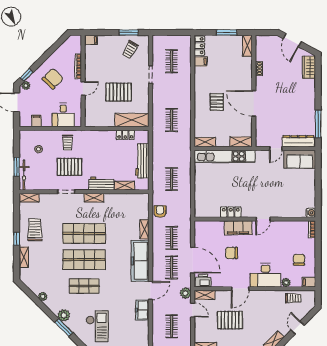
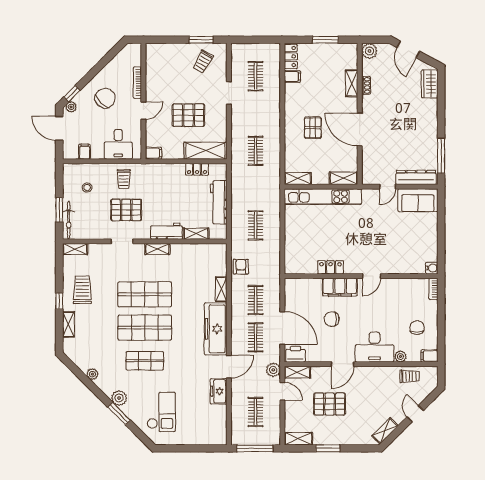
filing cabinet: (91, 40) -> (154, 153), moved
plant: (261, 41) -> (369, 51), added
shelving: (247, 46) -> (352, 83), moved

